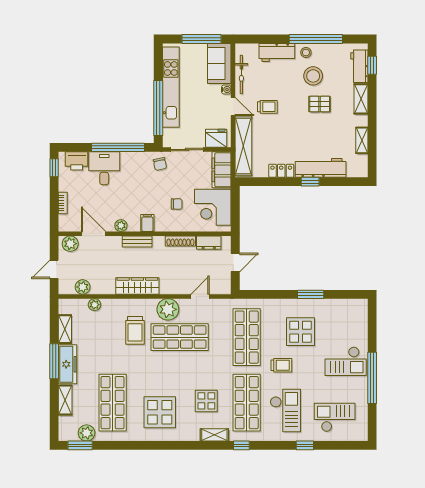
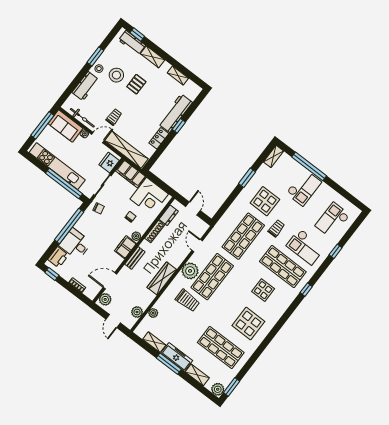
window: (316, 39) -> (95, 56), width x0.47
filing cabinet: (147, 223) -> (125, 247), width x2.00
plant: (121, 226) -> (136, 236), moved
shop shelf: (247, 337) -> (243, 236), turned 90
window: (372, 378) -> (309, 166), moved
checkout: (285, 410) -> (305, 247), turned 180
plant: (87, 433) -> (218, 389), moved
shelving: (214, 435) -> (273, 156), moved

